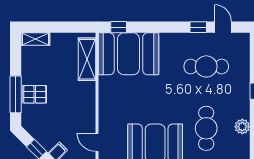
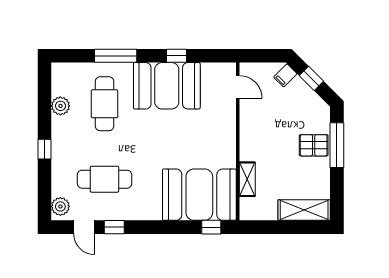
shelving: (35, 39) -> (304, 210), width x1.50, depth x1.33
plant: (242, 44) -> (60, 206), added
shelving: (87, 59) -> (247, 179), width x0.67, depth x0.75

